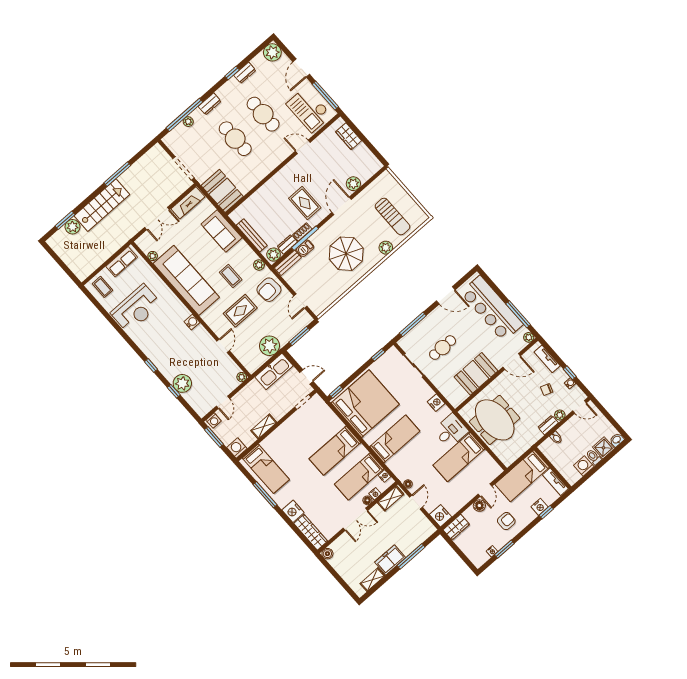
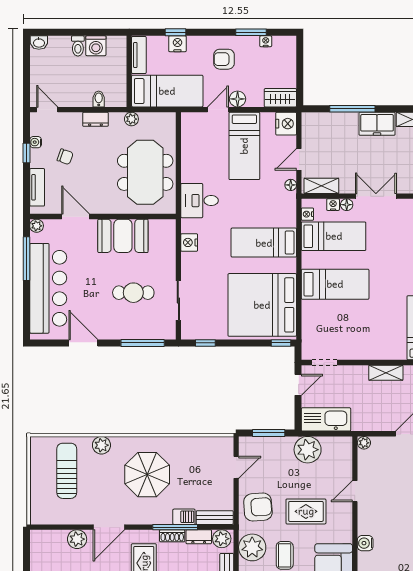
plant: (259, 265) -> (252, 547), width x1.88, depth x1.88
door: (306, 377) -> (298, 385), swing flipped
plant: (560, 415) -> (131, 119), moved
shower: (603, 448) -> (60, 46), removed
bed: (459, 457) -> (244, 146), moved, turned 90

